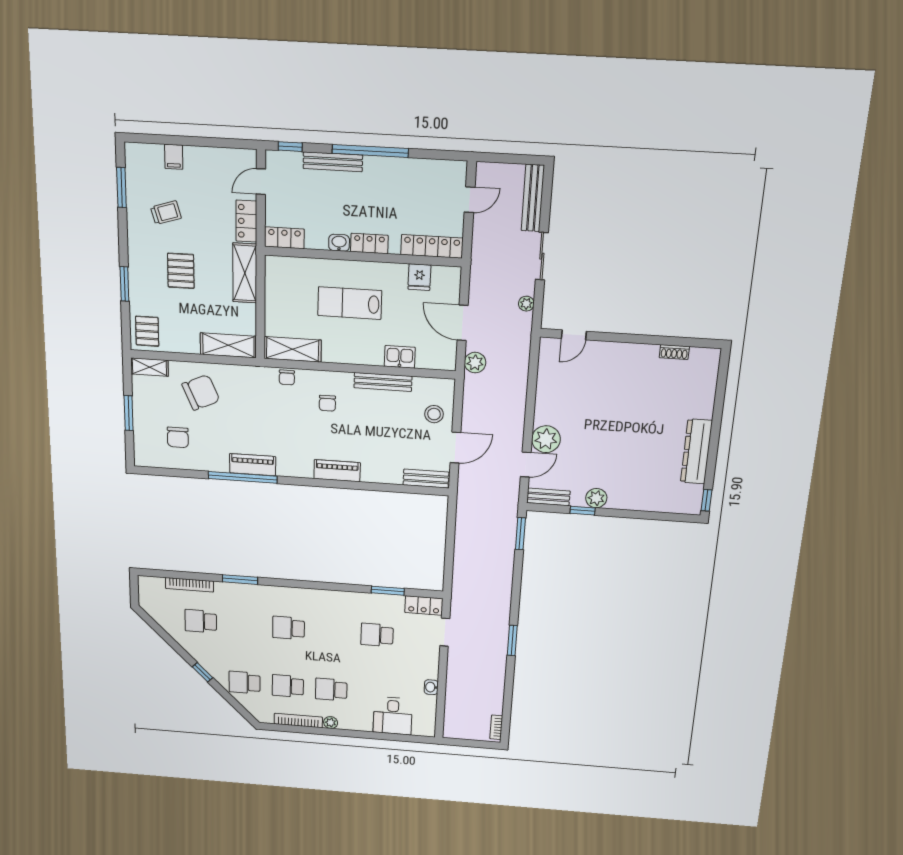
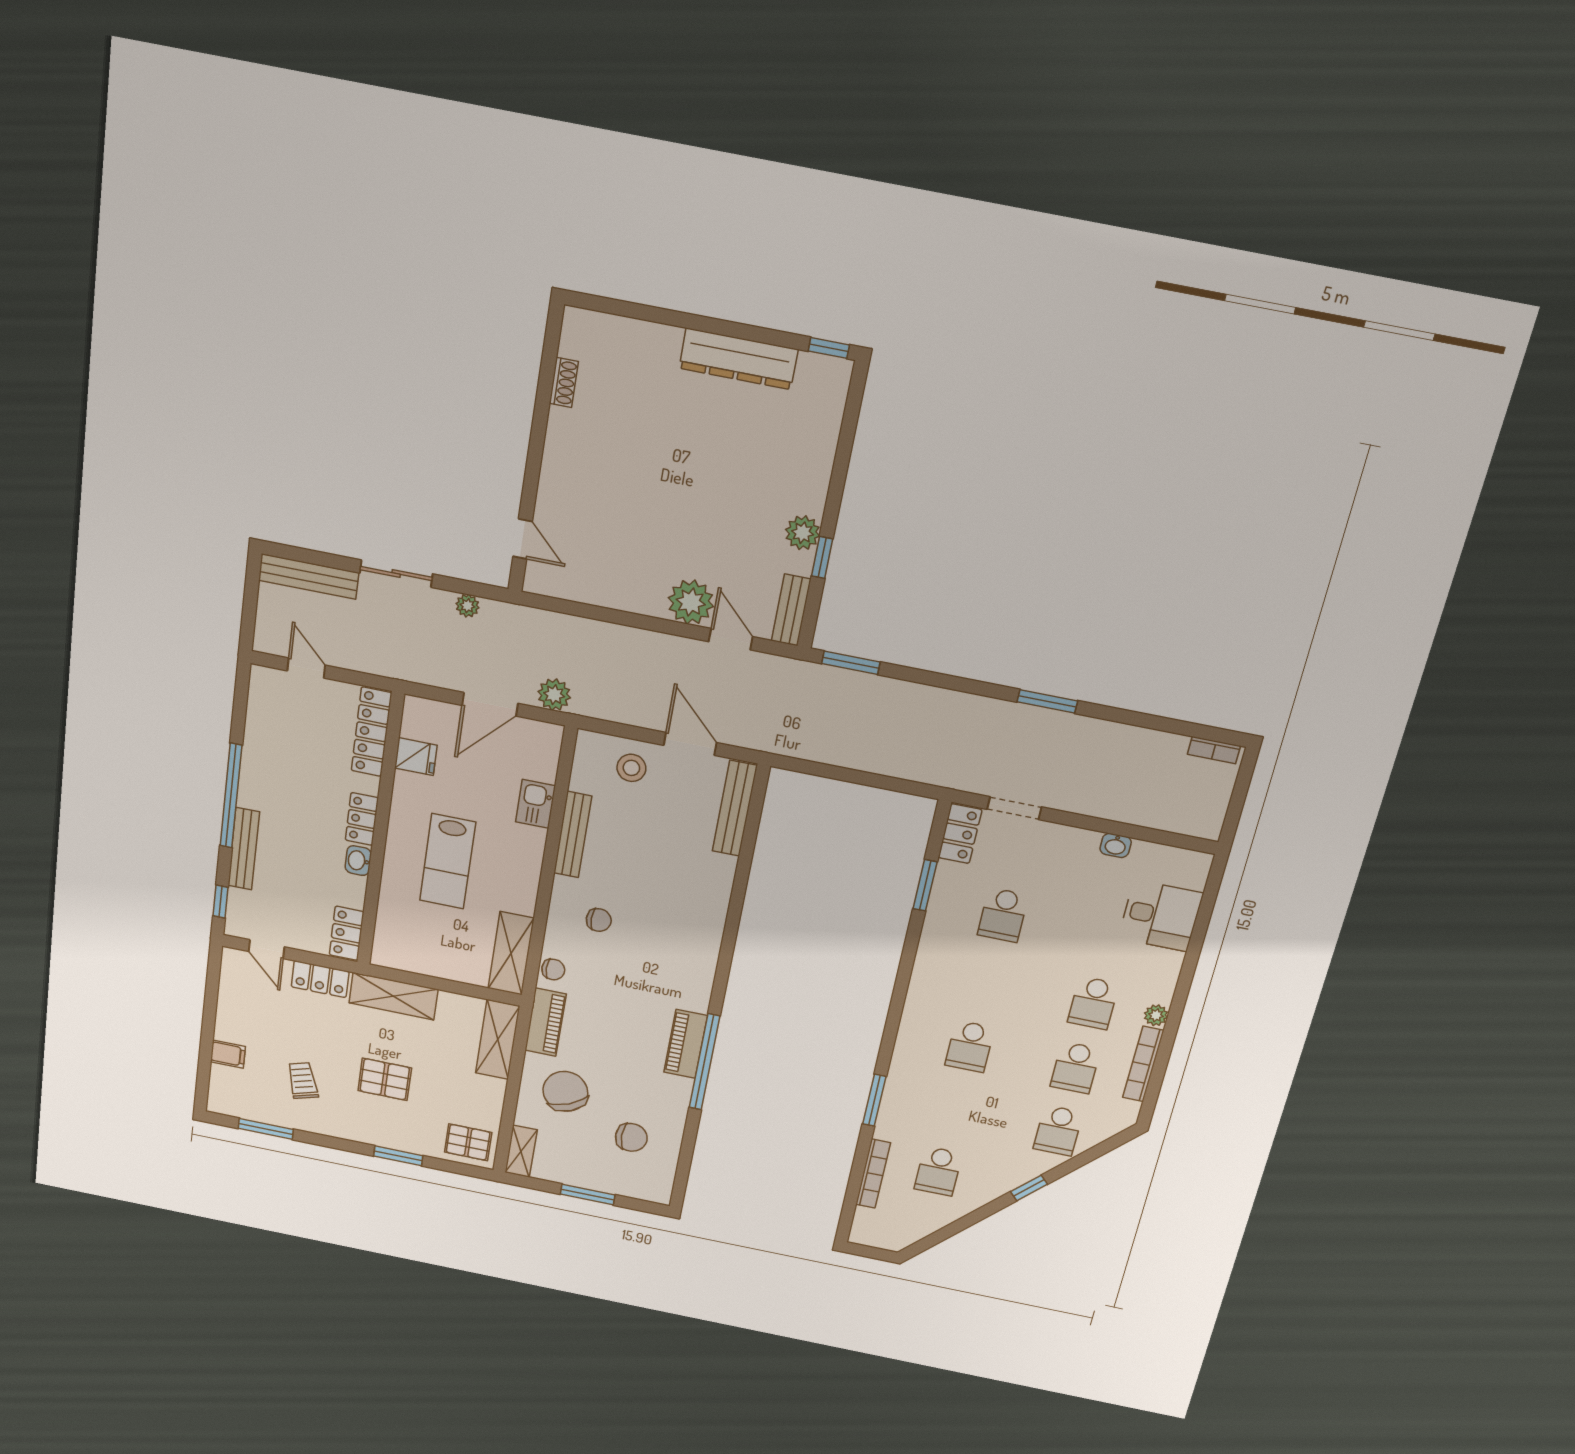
piano: (337, 471) -> (545, 1022), moved, turned 180
bench: (426, 479) -> (735, 808), width x1.36

